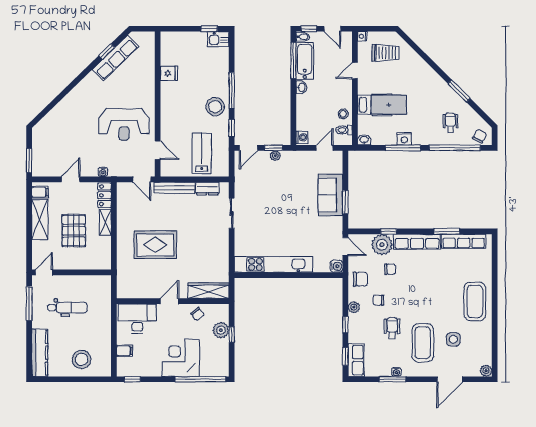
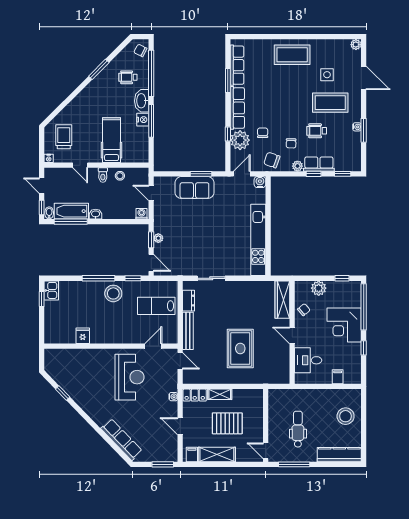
door: (332, 29) -> (42, 186), swing flipped
row of seats: (115, 58) -> (121, 440), moved
toilet: (344, 130) -> (103, 175), moved
washbasin: (364, 140) -> (142, 101), moved, width x1.91, depth x1.45
door: (142, 179) -> (180, 361), hinge flipped
chair: (360, 279) -> (272, 160), turned -71
desk: (137, 319) -> (308, 360), width x0.73
window: (232, 334) -> (342, 278), moved
row of seats: (356, 360) -> (319, 164), moved
window: (132, 379) -> (364, 348), moved

